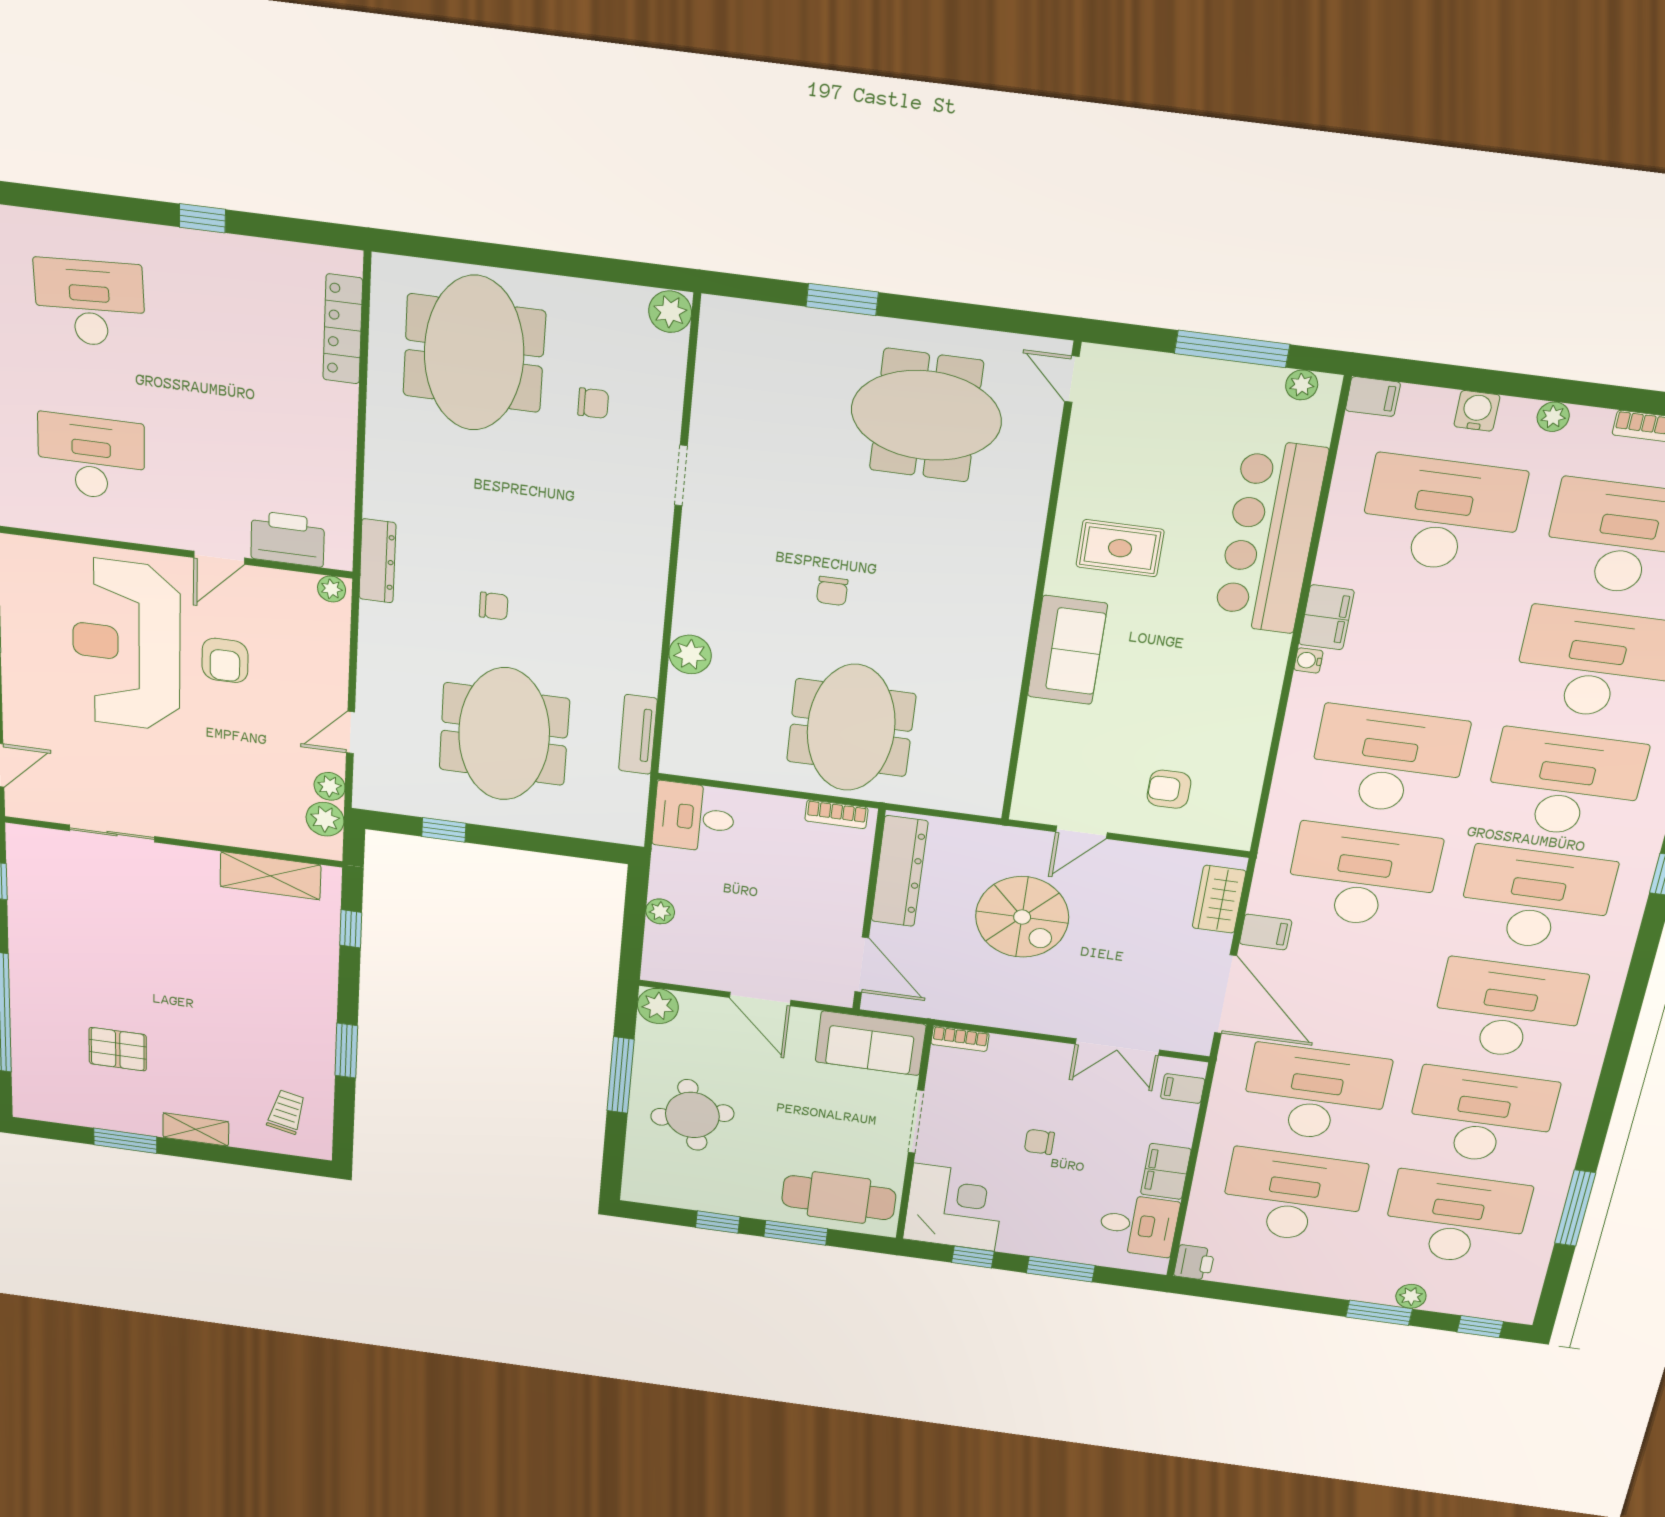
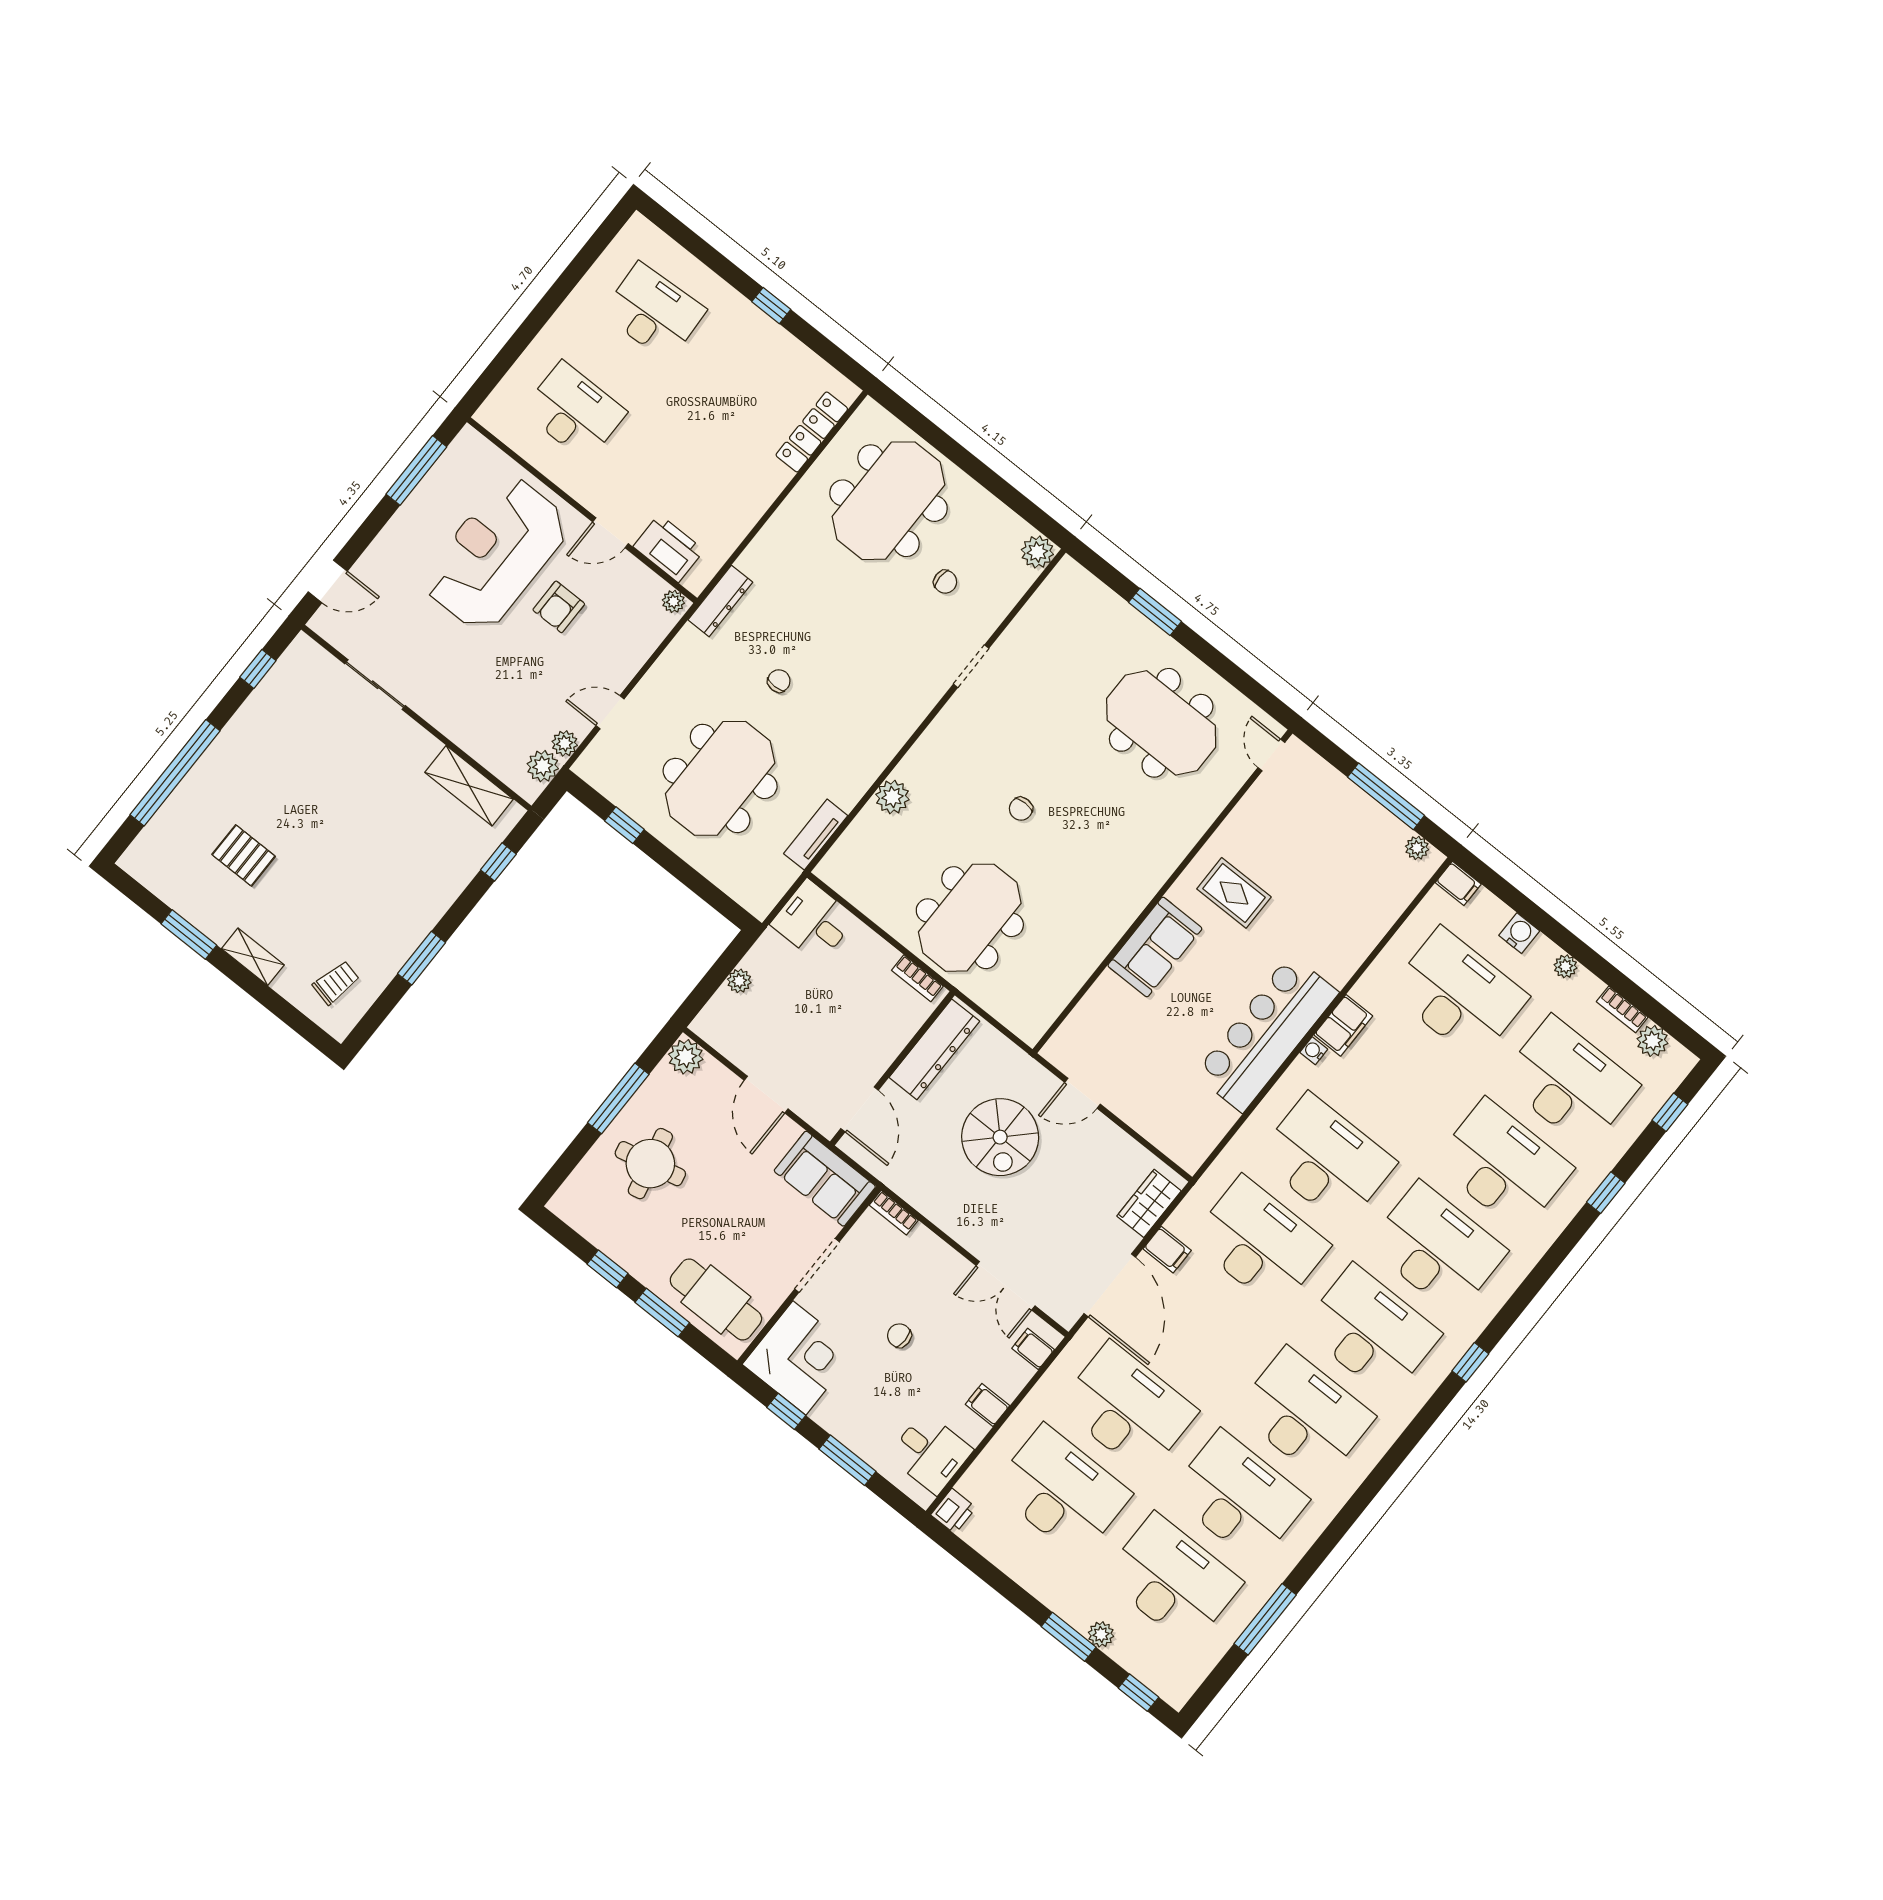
bar counter: (1270, 537) -> (1266, 1033), moved
chair: (494, 606) -> (779, 681), turned -90
armchair: (1169, 789) -> (1163, 1095), removed
filing cabinet: (1166, 1171) -> (987, 1405), width x0.50

